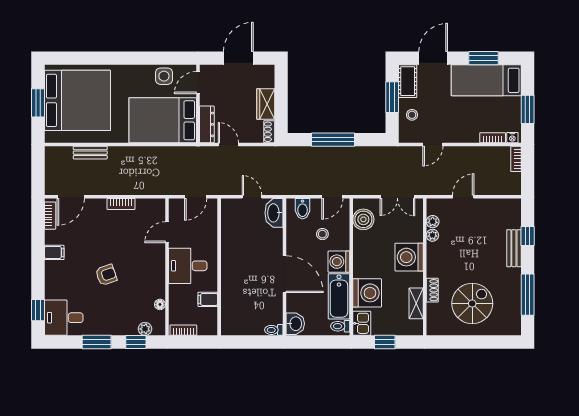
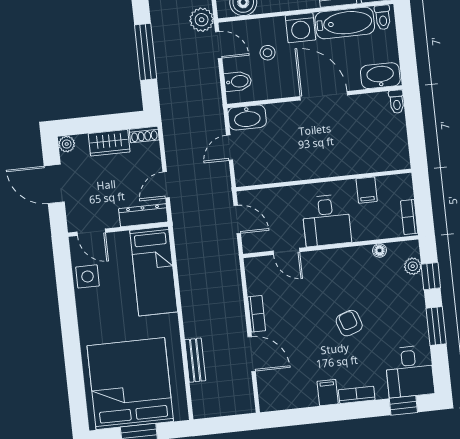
plant: (268, 71) -> (67, 144), added
bed: (163, 120) -> (154, 271), width x0.67
plant: (353, 186) -> (202, 20), added
door: (71, 197) -> (252, 354), moved
bookcase: (50, 216) -> (357, 395), moved
door: (284, 274) -> (324, 96), hinge flipped
washbasin: (295, 324) -> (380, 76), width x1.38

